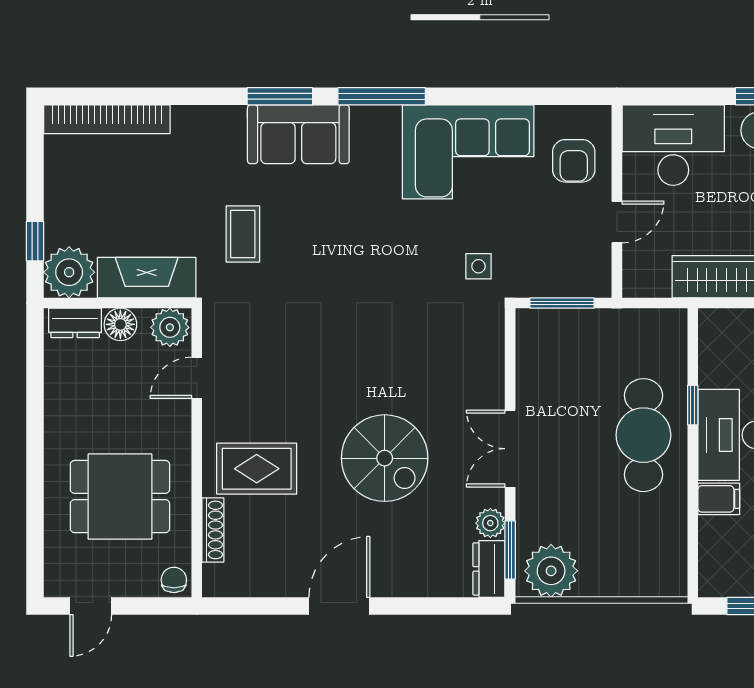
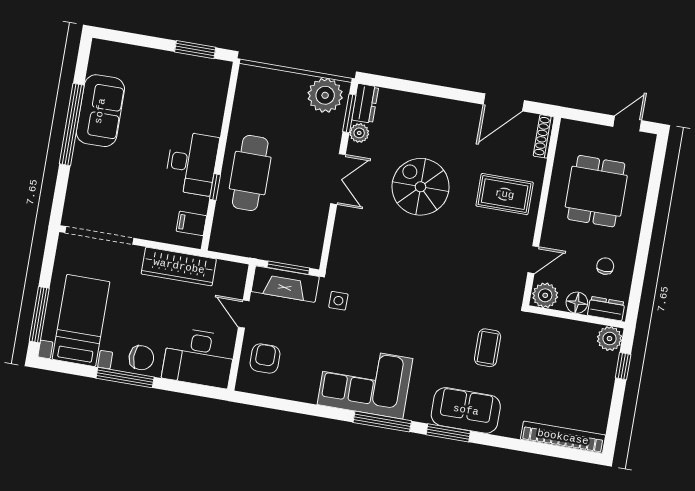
sofa: (298, 134) -> (466, 410), moved
corner sofa: (468, 152) -> (365, 382), moved
door: (617, 222) -> (244, 314), hinge flipped
plant: (69, 272) -> (610, 339), width x0.73, depth x0.73
fireplace: (147, 278) -> (285, 284), moved
dining table: (120, 497) -> (596, 191), turned 90
filing cabinet: (719, 499) -> (191, 223), moved
shoe rack: (213, 530) -> (544, 136), moved
chair: (174, 580) -> (605, 266), moved, turned 180
door: (339, 606) -> (504, 102), moved

